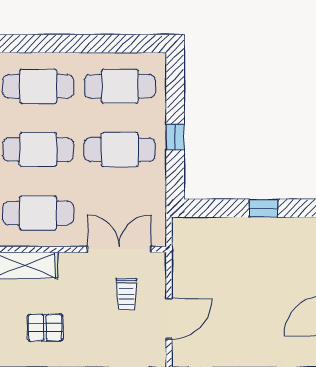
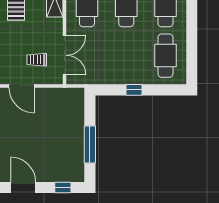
cafe table: (120, 150) -> (126, 56), removed
window: (263, 208) -> (90, 145), width x2.17

